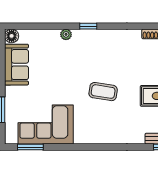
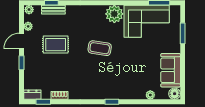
plant: (66, 34) -> (150, 95), moved
plant: (85, 133) -> (114, 14), added

